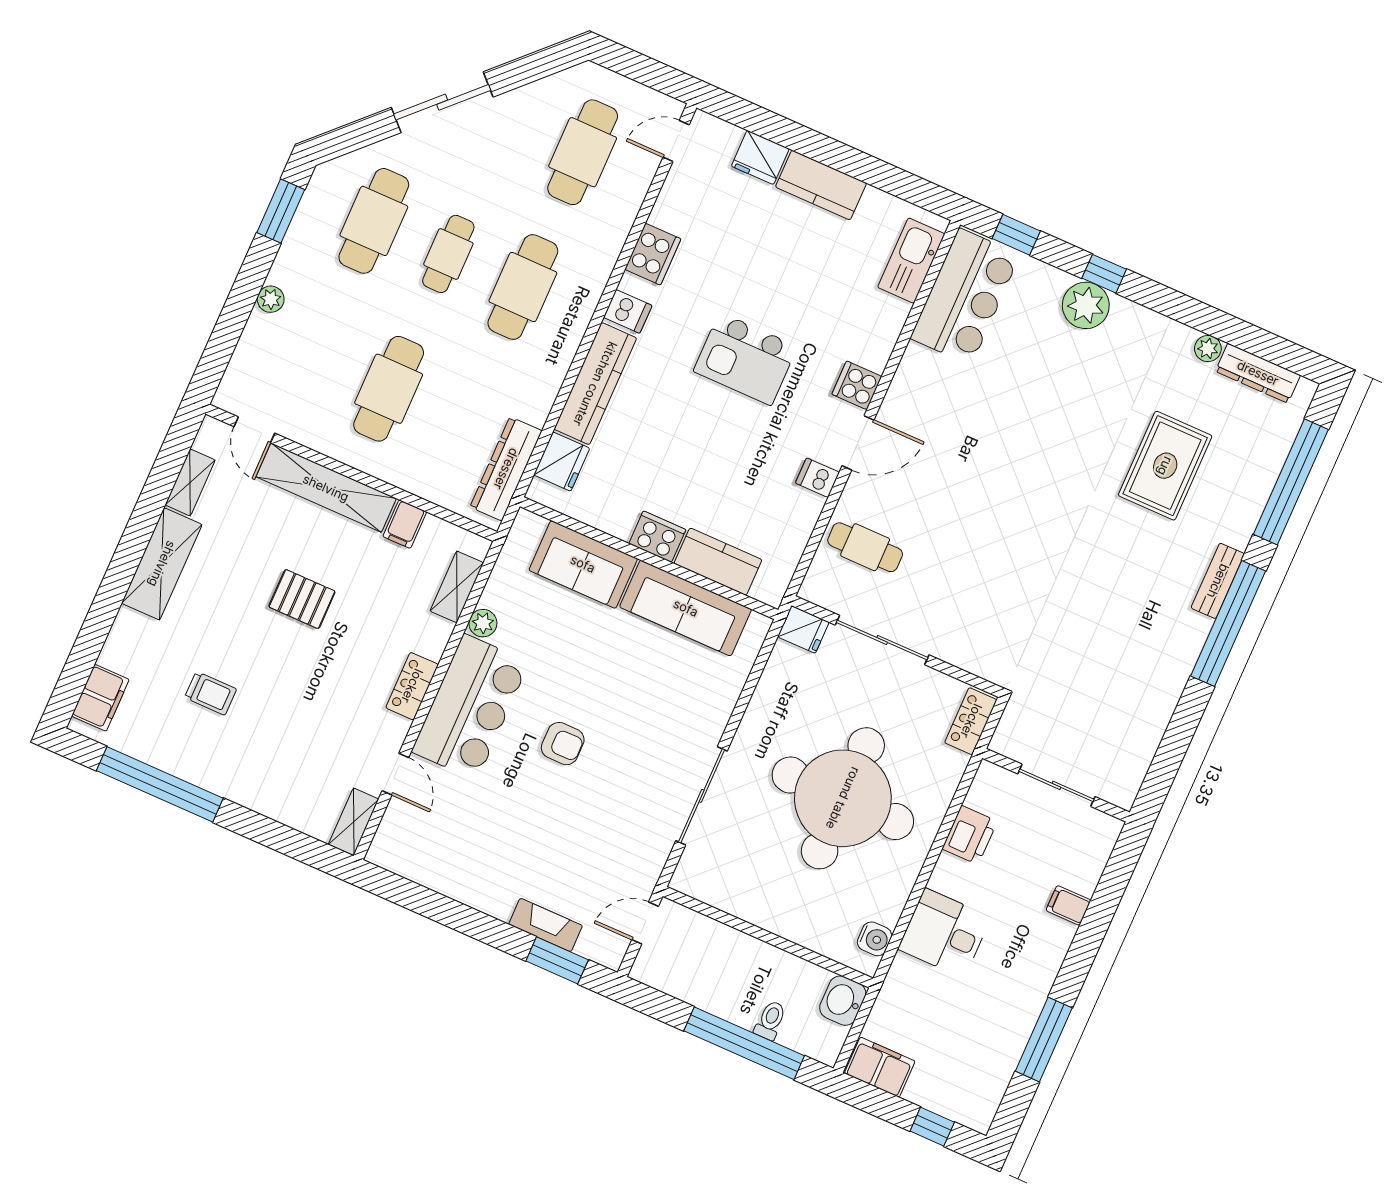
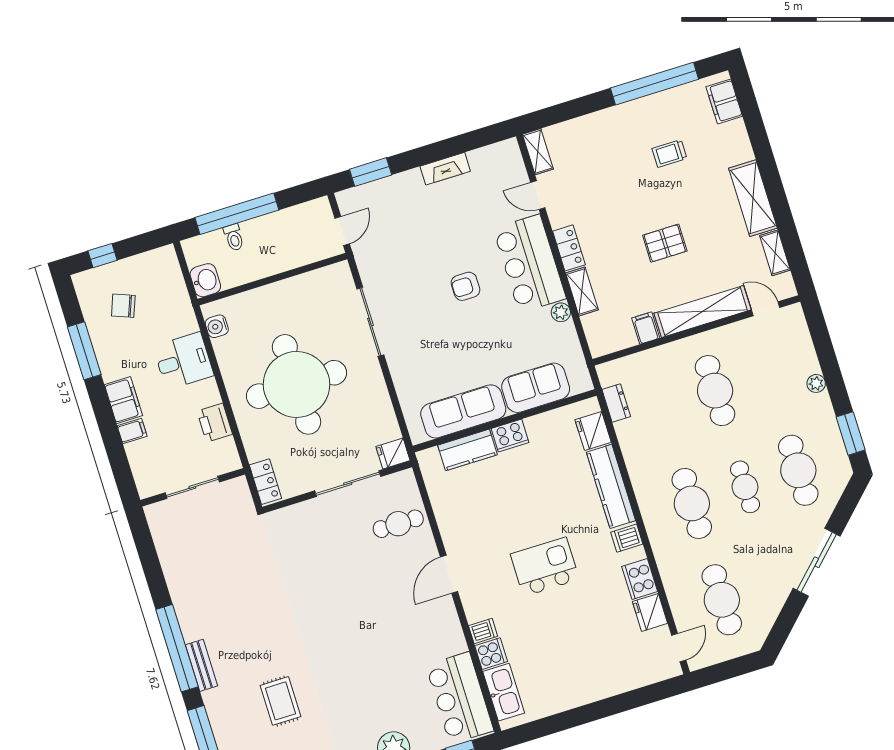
fridge: (760, 157) -> (650, 612), moved, turned -90
kitchen counter: (821, 185) -> (584, 690), removed
cooker: (857, 385) -> (491, 654), moved
rug: (1165, 466) -> (280, 701), width x0.73, depth x0.70
dresser: (506, 469) -> (616, 403), width x0.51, depth x0.80
dishwasher: (817, 478) -> (483, 631), moved
shelving: (457, 587) -> (582, 291), moved
fireplace: (546, 925) -> (445, 169), moved
chair: (957, 1051) -> (123, 306), added
filing cabinet: (880, 1067) -> (123, 400), moved, turned -90

